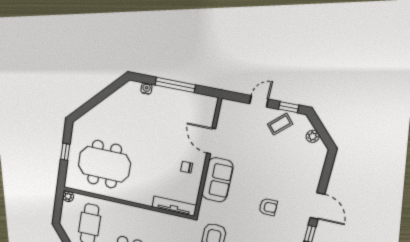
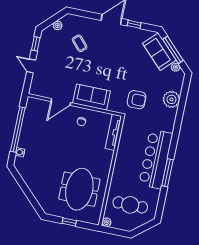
window: (175, 85) -> (18, 129), width x1.46
coffee table: (280, 124) -> (80, 43), moved
armchair: (268, 207) -> (113, 57), removed

